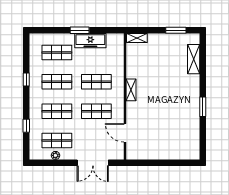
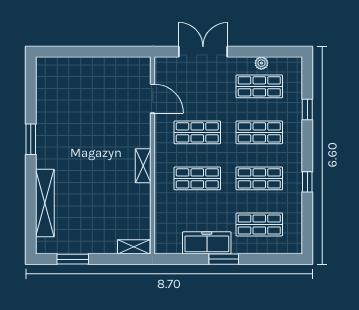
shelving: (194, 59) -> (45, 203), width x1.47

